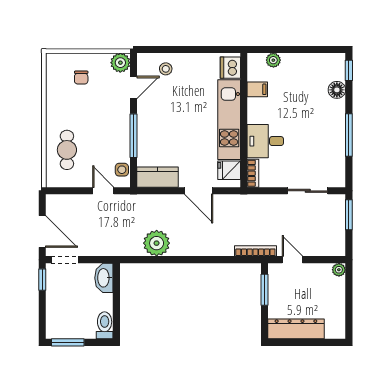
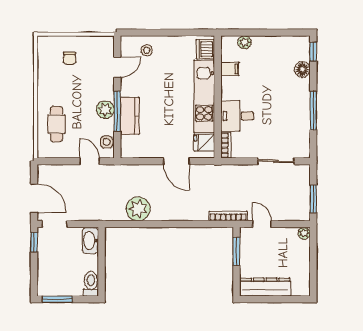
plant: (120, 63) -> (105, 110), moved
kitchen counter: (158, 177) -> (130, 116), moved, turned 90
window: (349, 215) -> (313, 199), moved

